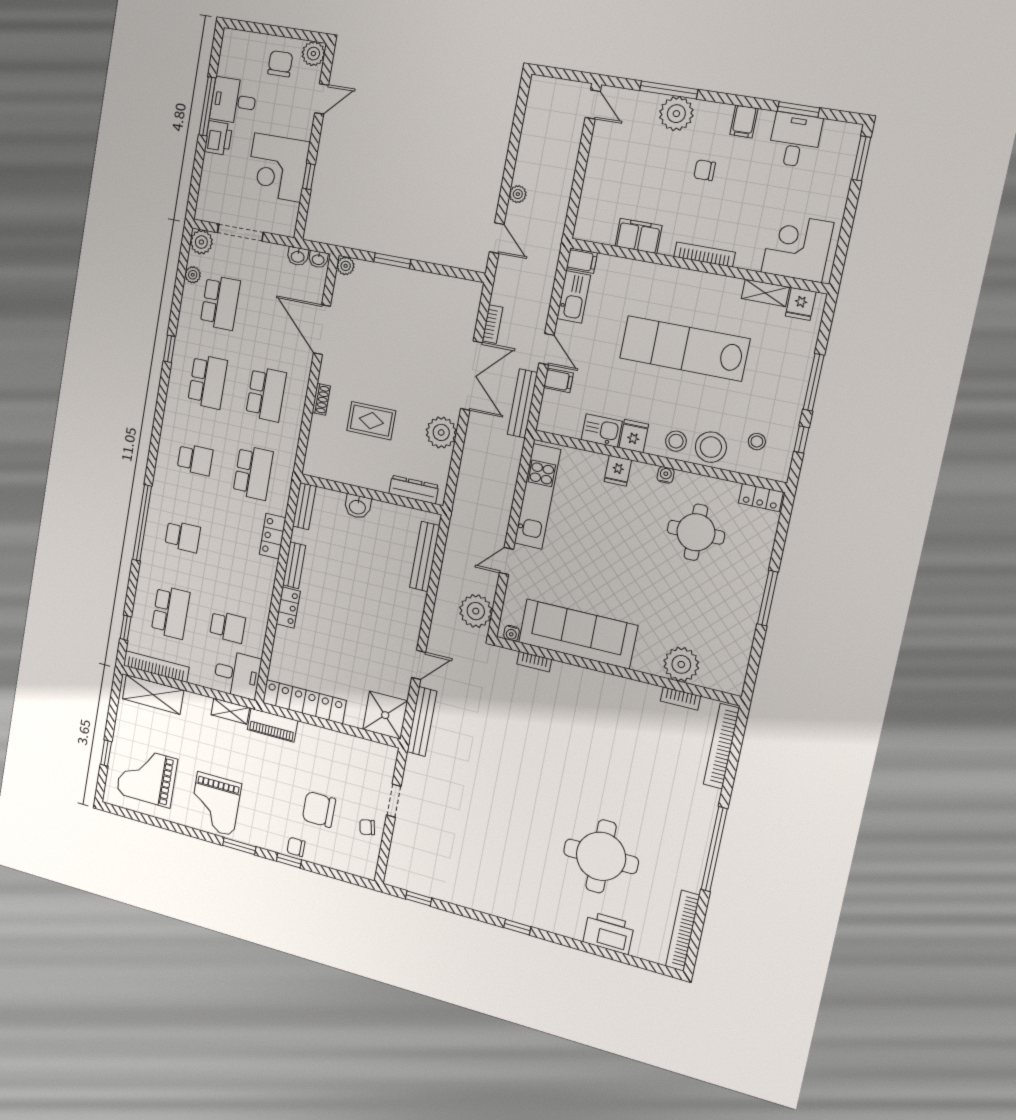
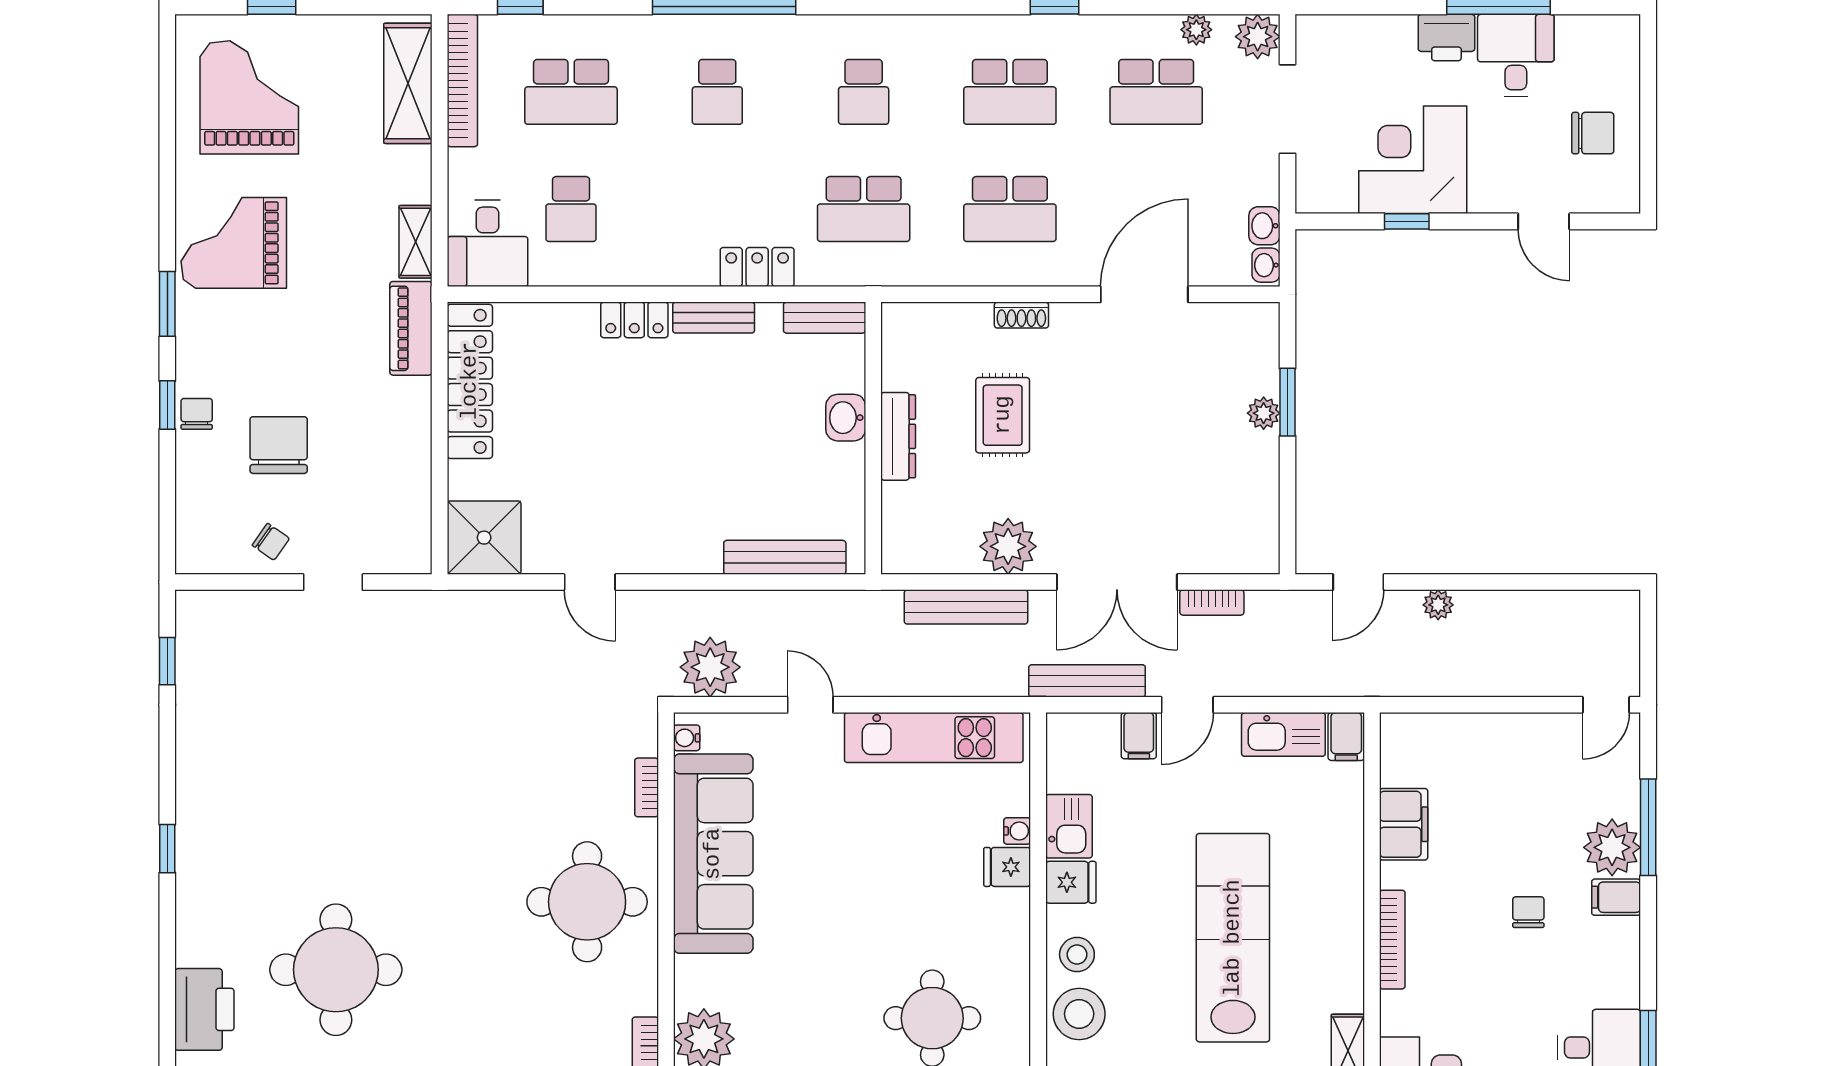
plant: (313, 54) -> (1619, 192), removed
filing cabinet: (744, 121) -> (1616, 897), moved
plant: (346, 266) -> (1264, 413), moved
water cooler: (666, 475) -> (1017, 831), moved
dresser: (414, 490) -> (898, 436), moved
round table: (591, 710) -> (587, 902), added
bench: (422, 722) -> (966, 607), moved
chair: (367, 827) -> (271, 542), turned 137

